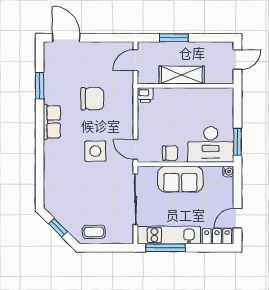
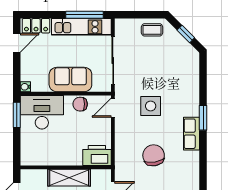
window: (40, 86) -> (203, 118), moved
printer: (145, 95) -> (97, 156), width x1.87, depth x1.48
chair: (92, 99) -> (154, 155), turned 81
door: (135, 149) -> (113, 108), swing flipped

